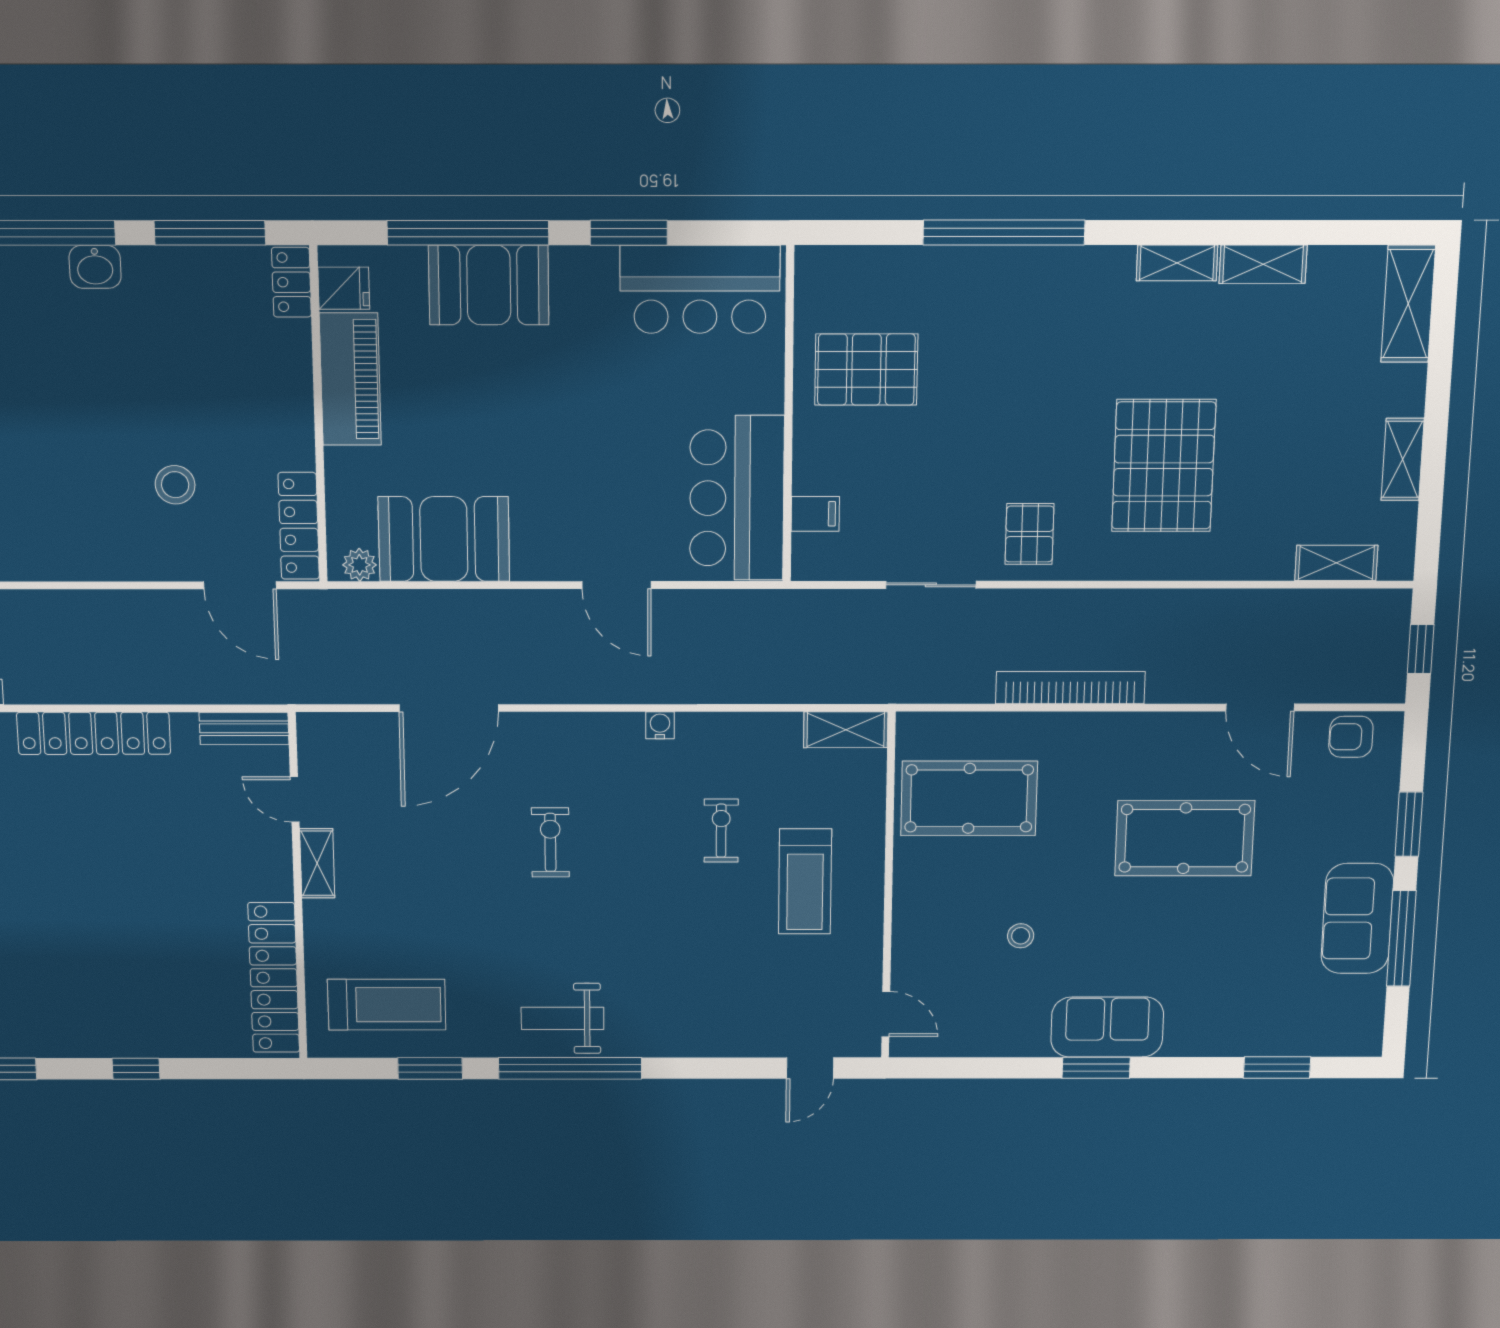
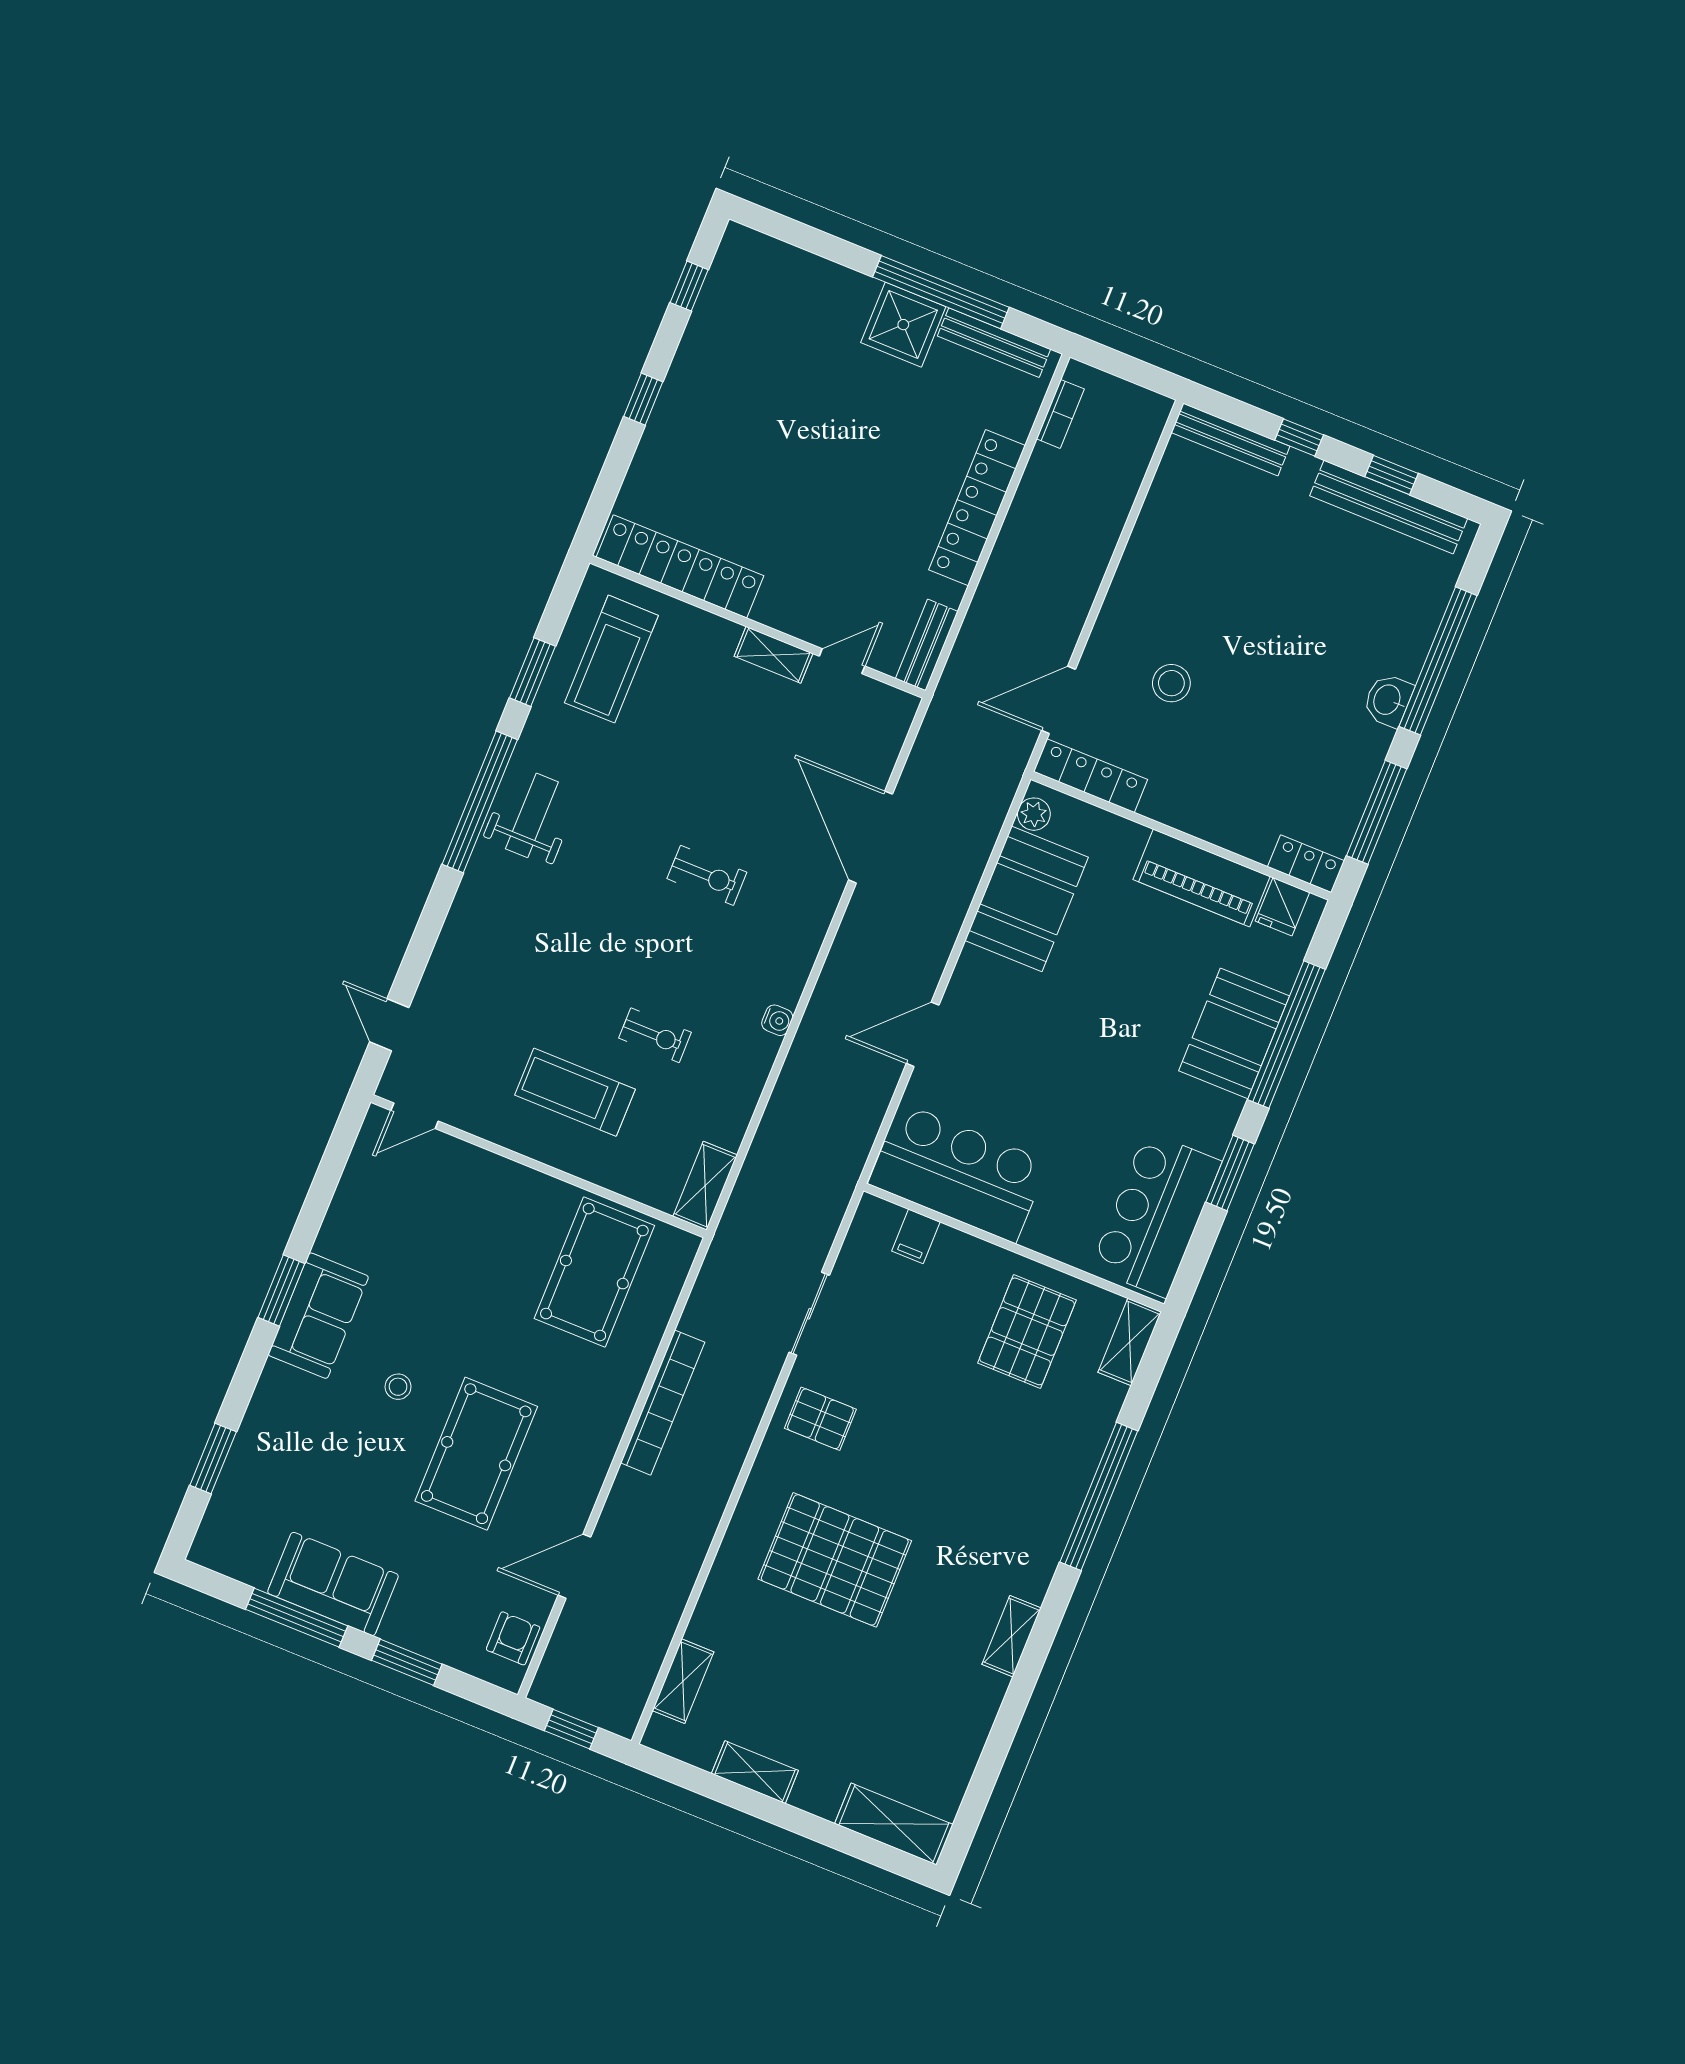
shelving: (1263, 264) -> (1130, 1342), moved
stool: (1021, 936) -> (398, 1387), moved

